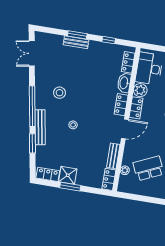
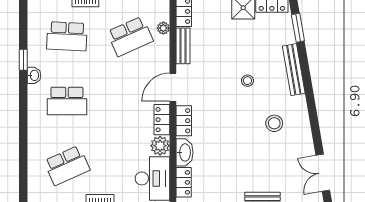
double door: (32, 53) -> (323, 173), swing flipped
window: (32, 106) -> (310, 98), removed
window: (32, 143) -> (298, 28), moved

